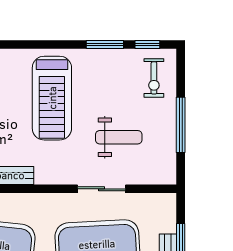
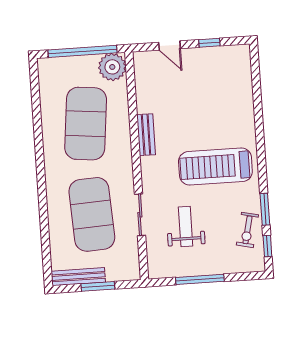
exercise bike: (154, 78) -> (247, 230), moved, turned -77
weight bench: (119, 137) -> (186, 227), turned 180

